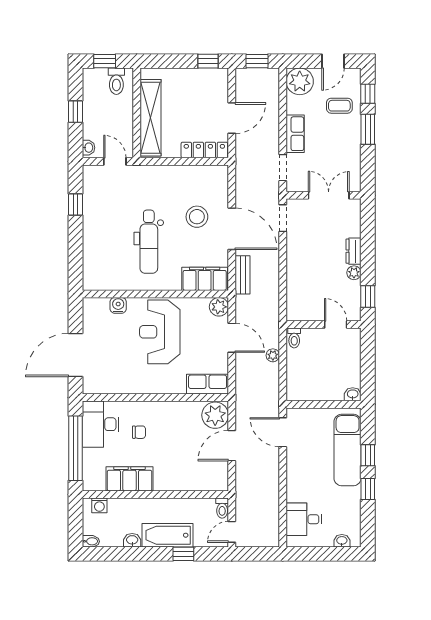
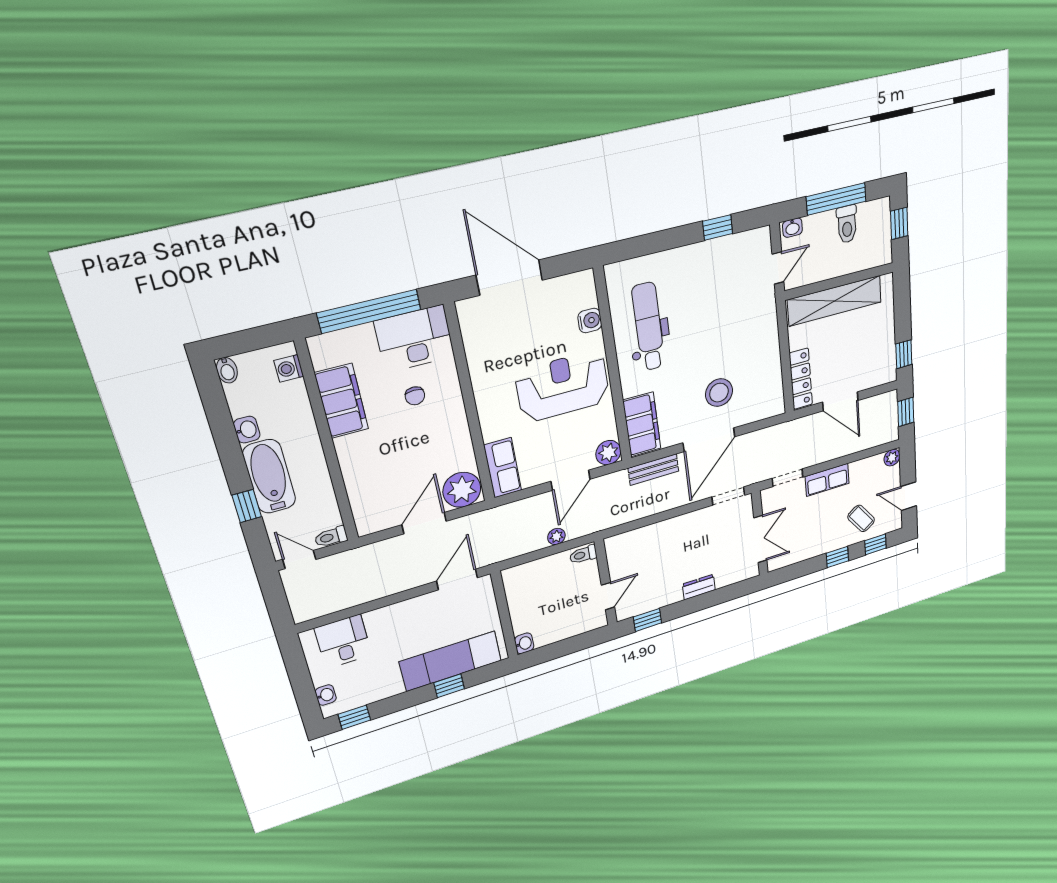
toilet: (116, 81) -> (847, 224), moved, turned -90
plant: (300, 81) -> (892, 458), width x0.53, depth x0.53
coffee table: (339, 106) -> (861, 518), turned -36
window: (75, 112) -> (836, 199), width x2.17
window: (368, 129) -> (837, 557), width x0.67
dental chair: (149, 242) -> (648, 327), moved, turned 90
plant: (354, 273) -> (673, 596), removed
door: (232, 446) -> (424, 523), hinge flipped
window: (368, 489) -> (354, 717), moved

